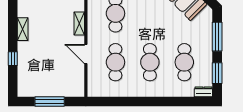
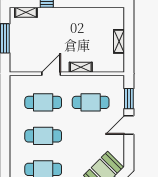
shelving: (23, 29) -> (26, 12), moved

